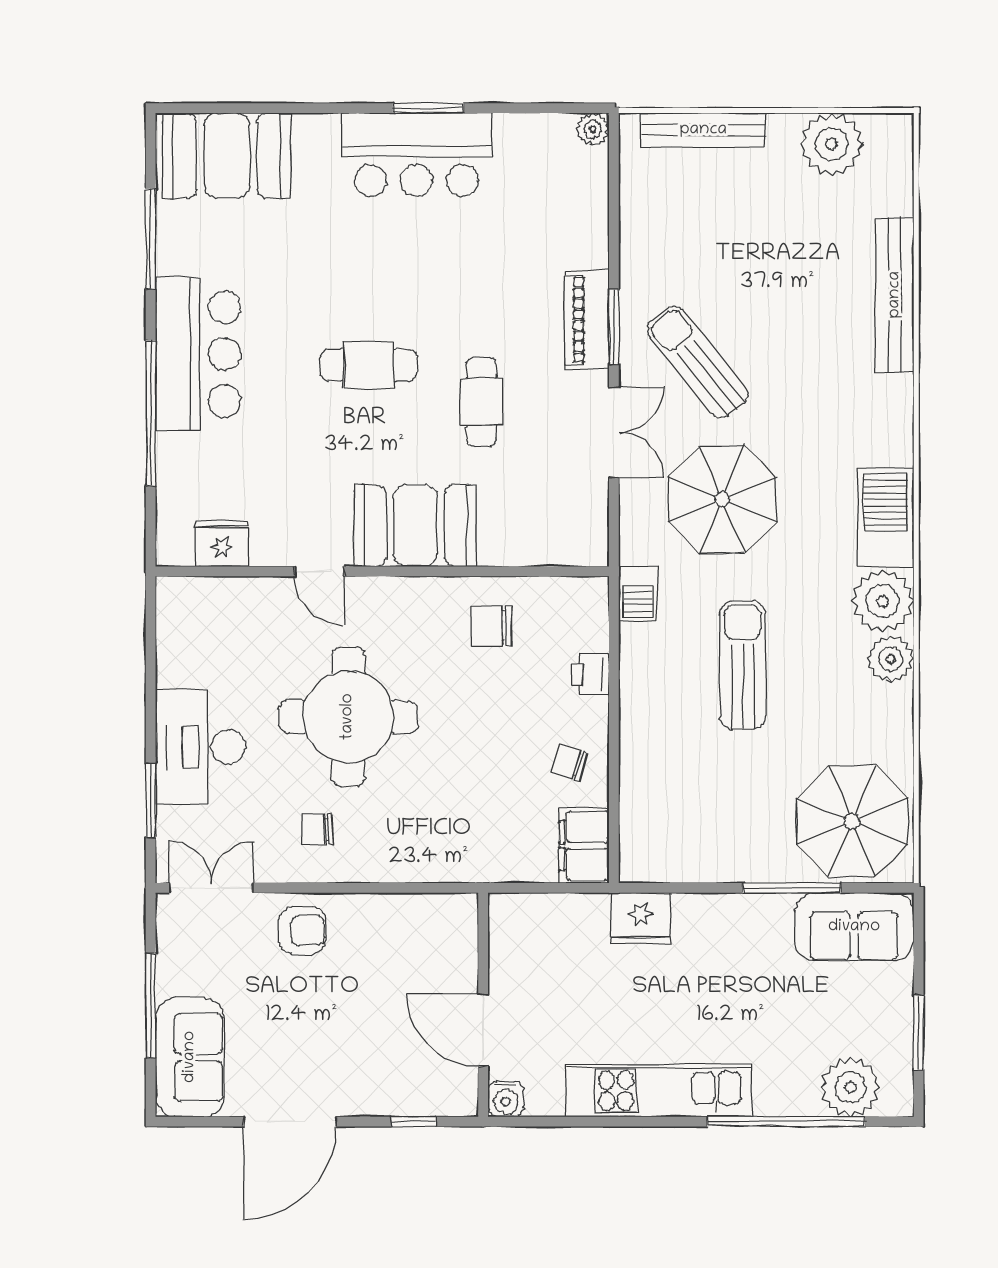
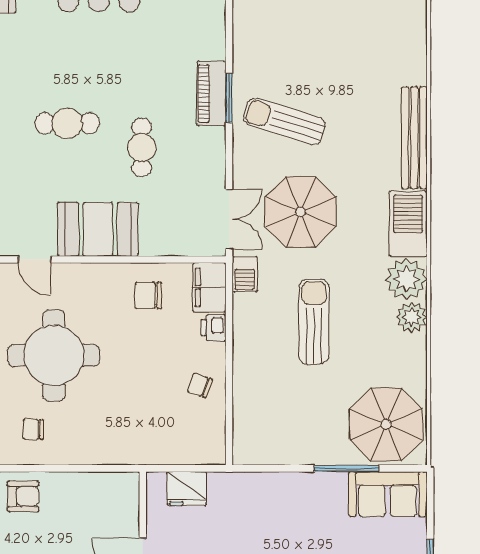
bench: (895, 295) -> (414, 138), moved
sun lounger: (698, 362) -> (284, 121), turned -34
double door: (614, 433) -> (229, 219), moved
filing cabinet: (584, 846) -> (209, 287), moved
fridge: (641, 918) -> (187, 489), moved

